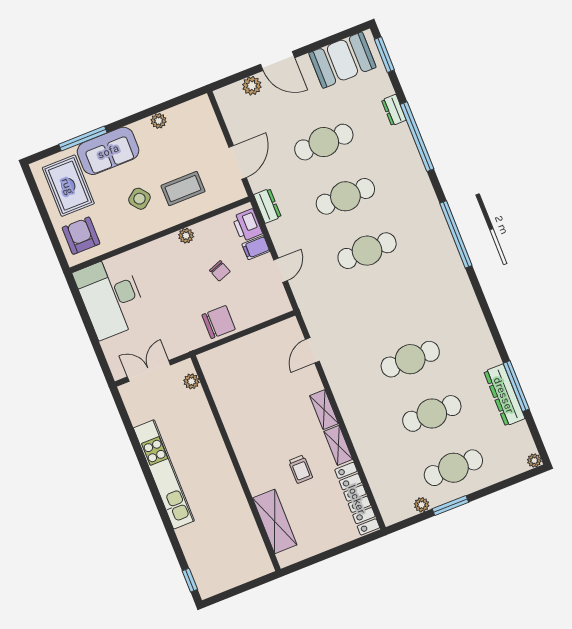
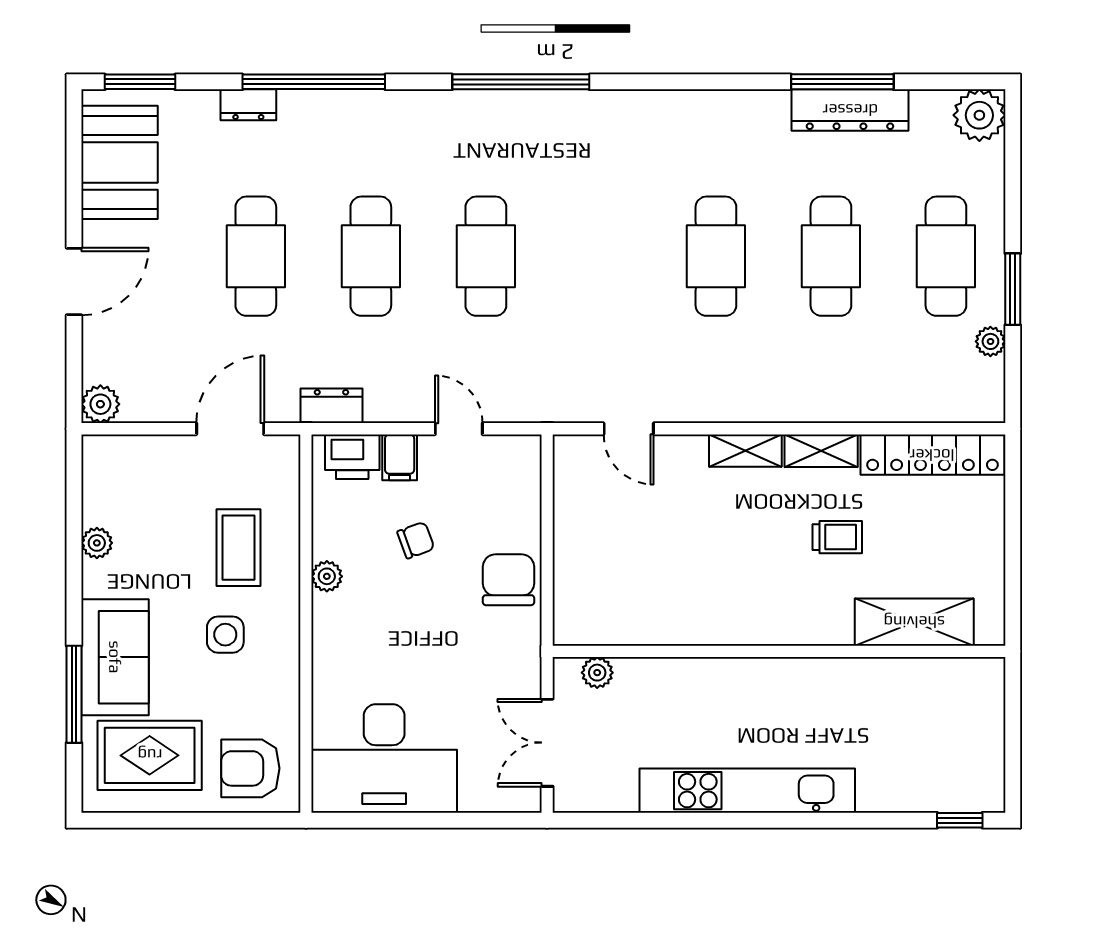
plant: (252, 86) -> (100, 404), moved
door: (238, 162) -> (230, 429), hinge flipped
side table: (139, 199) -> (225, 635), turned 38
plant: (534, 460) -> (979, 115), width x1.87, depth x1.87

